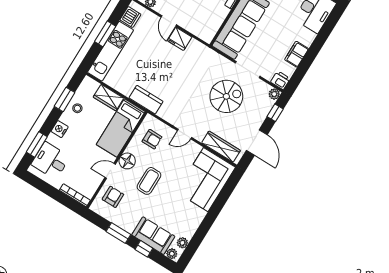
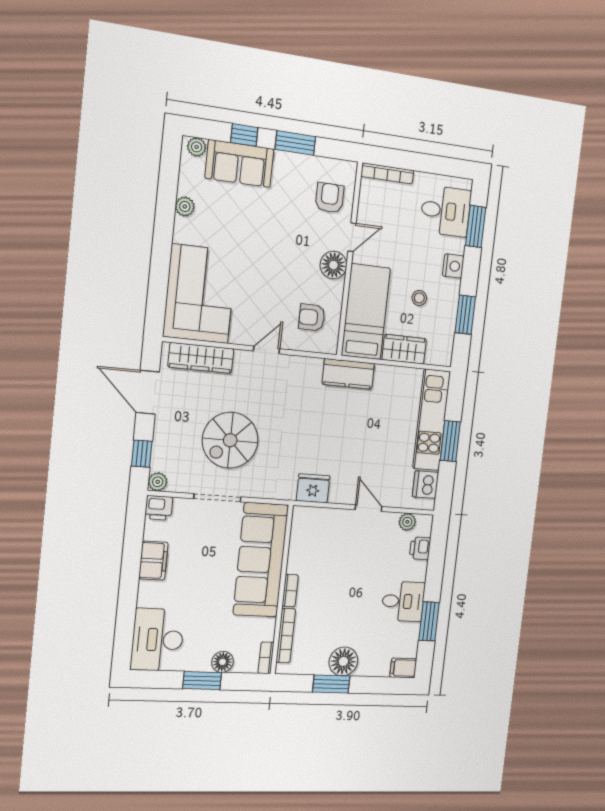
fridge: (180, 39) -> (313, 488), moved
stool: (77, 108) -> (419, 298), moved
coffee table: (149, 181) -> (286, 249), removed
armchair: (113, 197) -> (330, 198), turned 180
plant: (182, 243) -> (185, 206), moved

